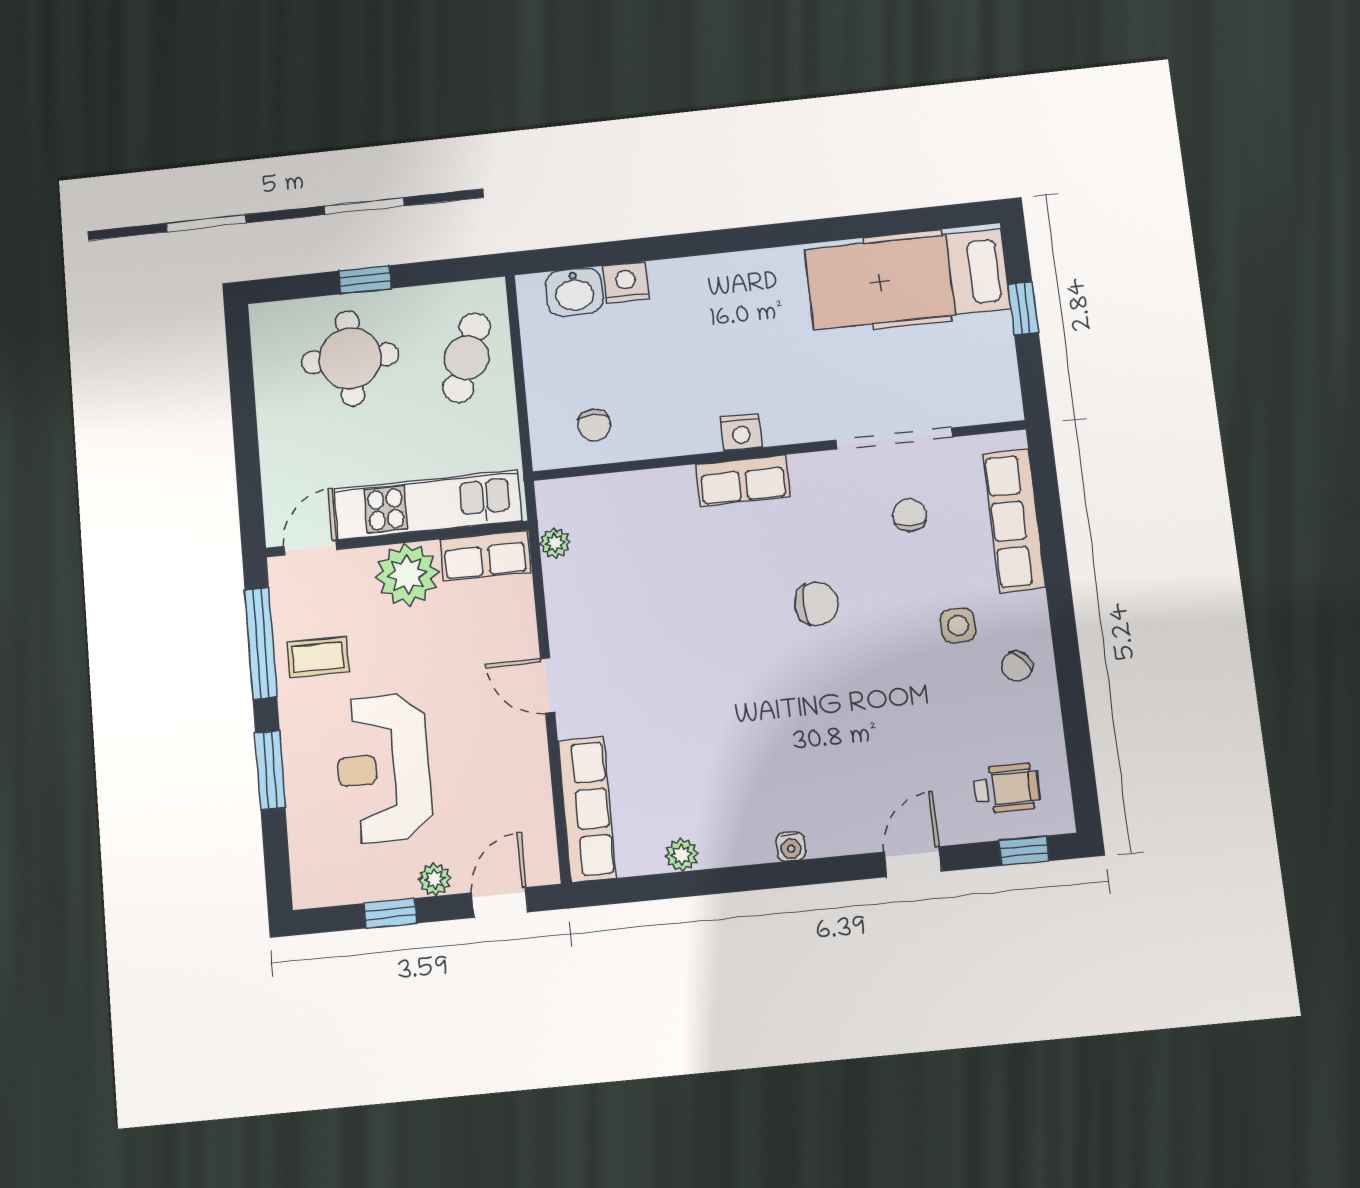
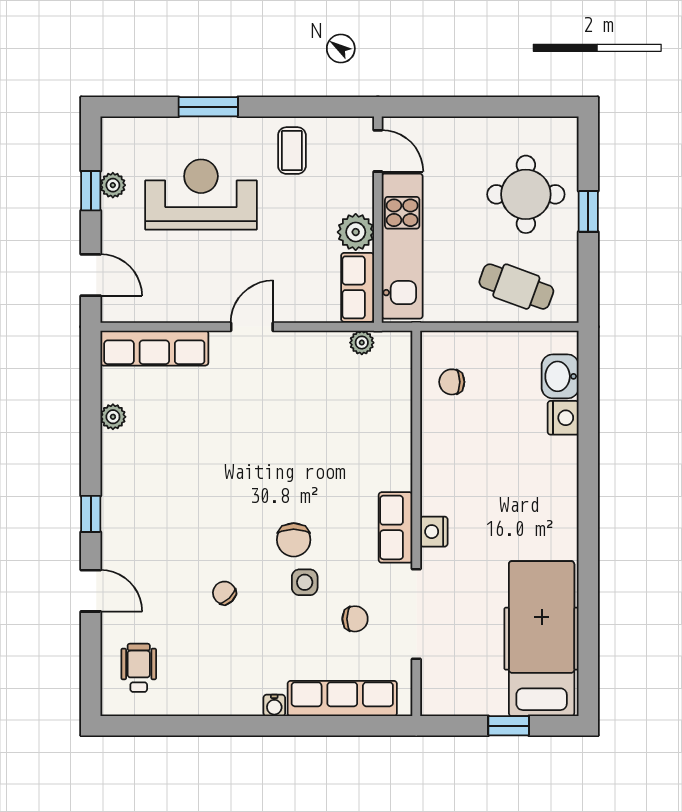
nightstand: (741, 432) -> (434, 532), moved
row of seats: (743, 481) -> (396, 527), moved
plant: (407, 575) -> (356, 232), width x0.73, depth x0.73
side table: (958, 626) -> (305, 582), moved
window: (261, 643) -> (307, 107), removed
chair: (1017, 666) -> (224, 593), moved
wheelchair: (1007, 788) -> (139, 668), turned 180
water cooler: (791, 846) -> (274, 705), moved, turned -90
window: (1024, 851) -> (91, 514), moved
plant: (435, 879) -> (113, 185), moved

